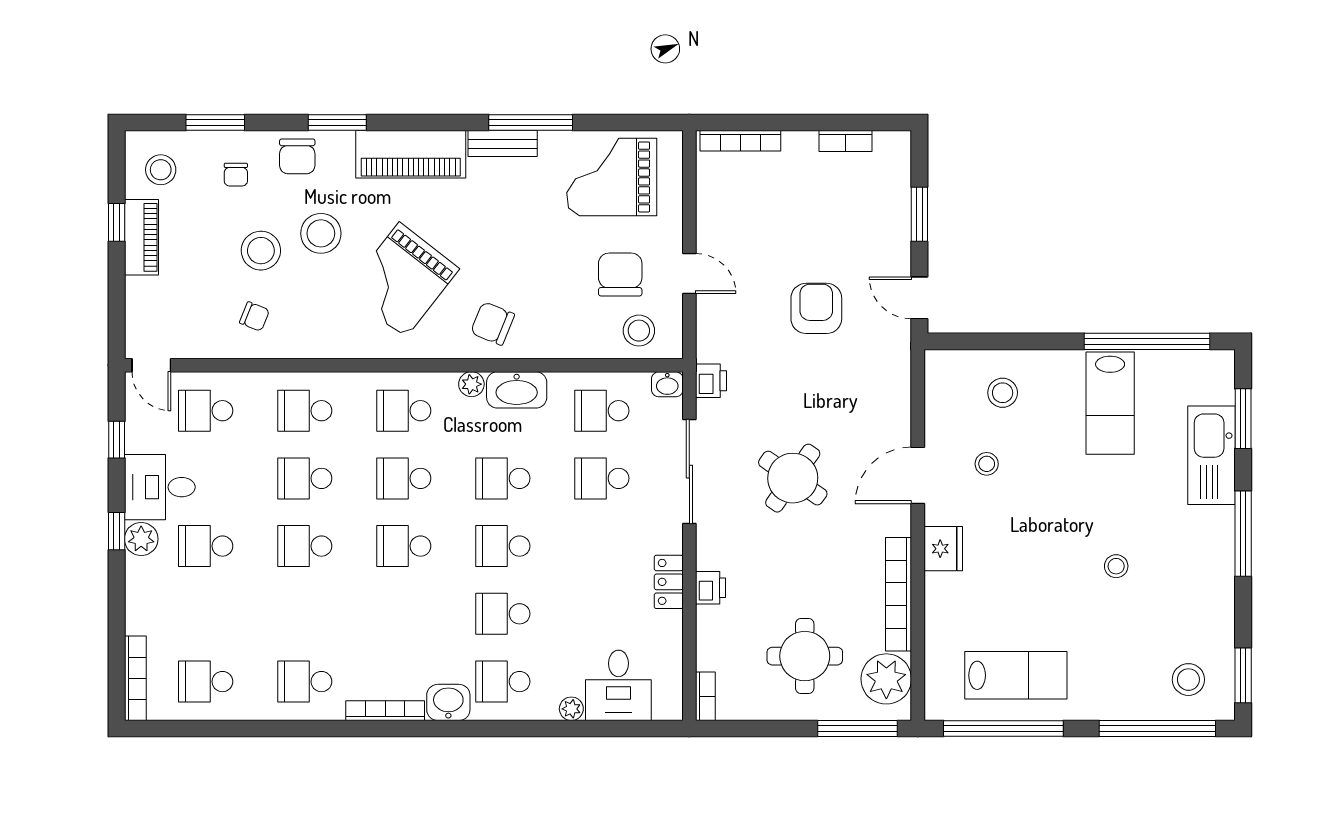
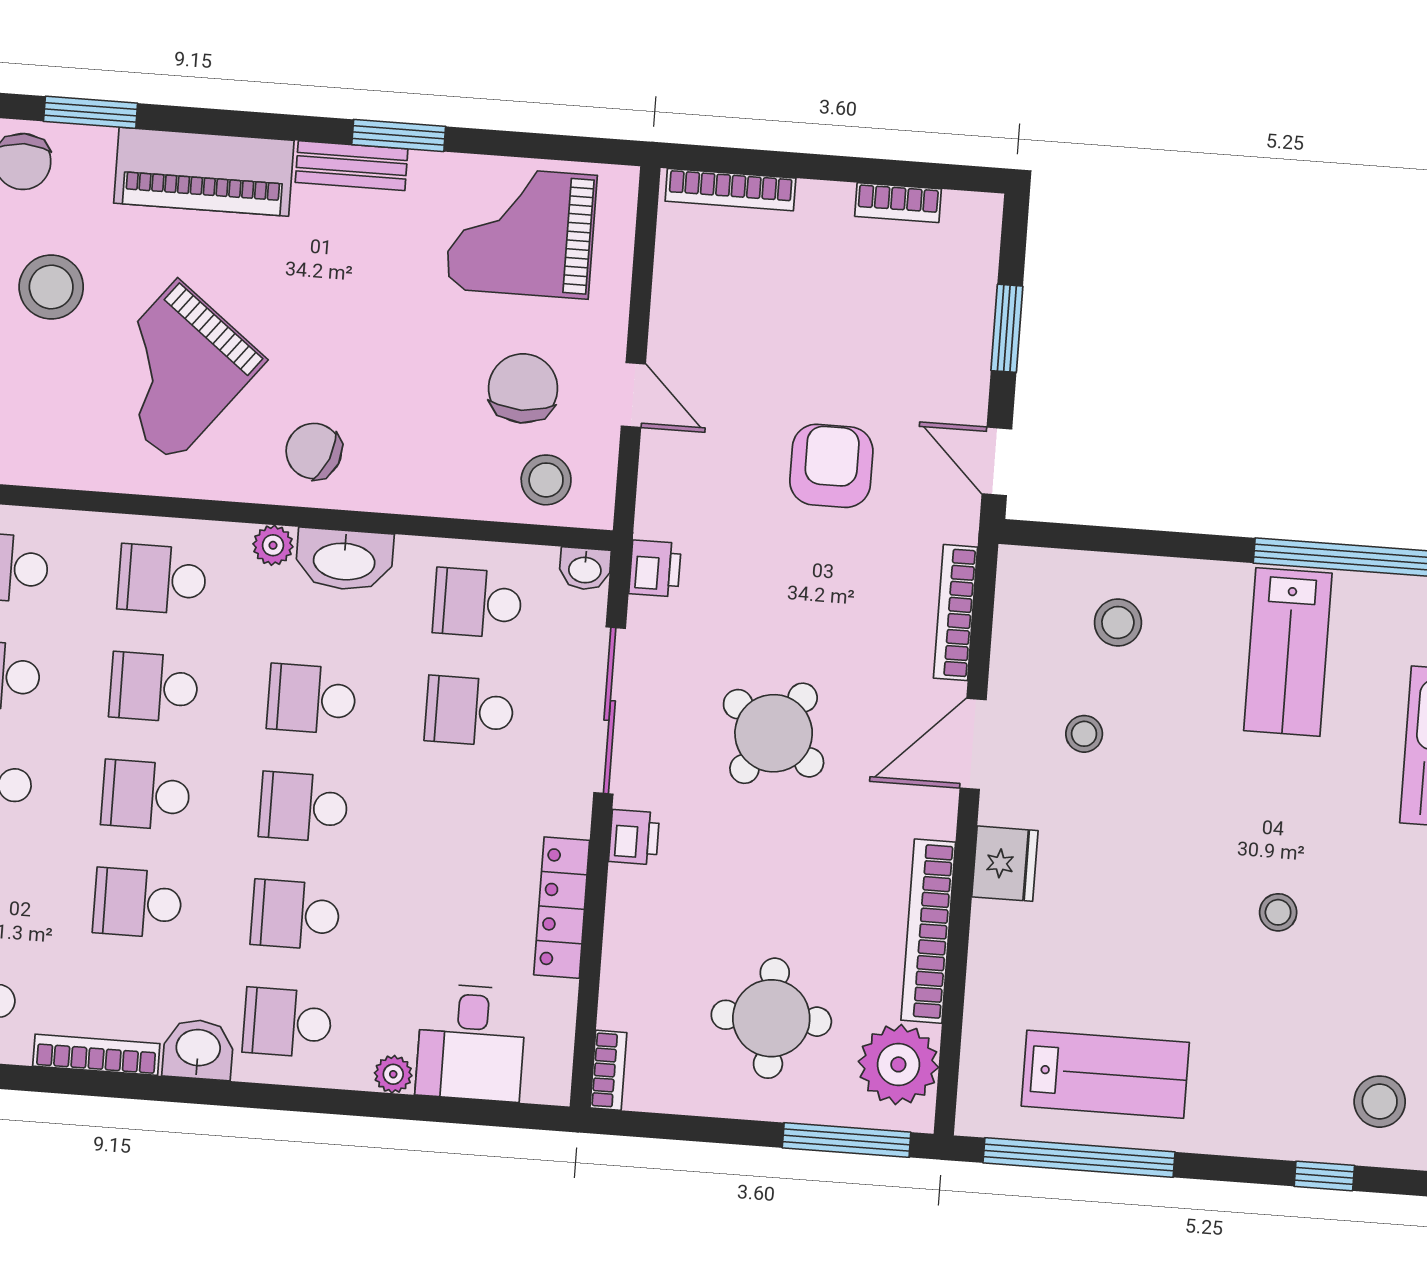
window: (531, 122) -> (399, 135), width x0.69
bookcase: (901, 394) -> (956, 613), added
locker: (669, 582) -> (562, 908), width x1.53
printer: (711, 588) -> (634, 837), moved
school desk: (404, 614) -> (138, 903), added
window: (1157, 729) -> (1324, 1176), width x0.32

